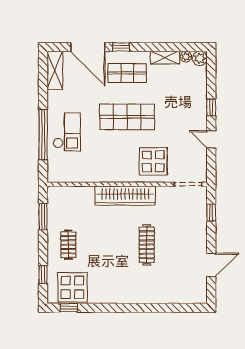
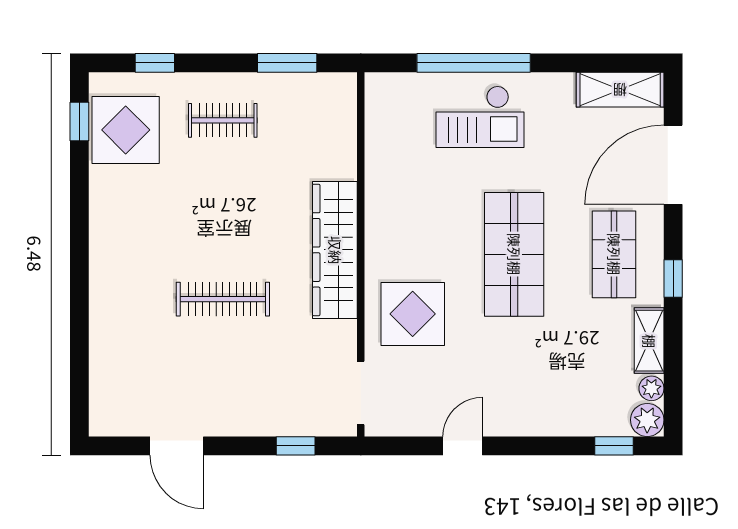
window: (121, 47) -> (673, 278), moved
window: (211, 107) -> (614, 446), moved

